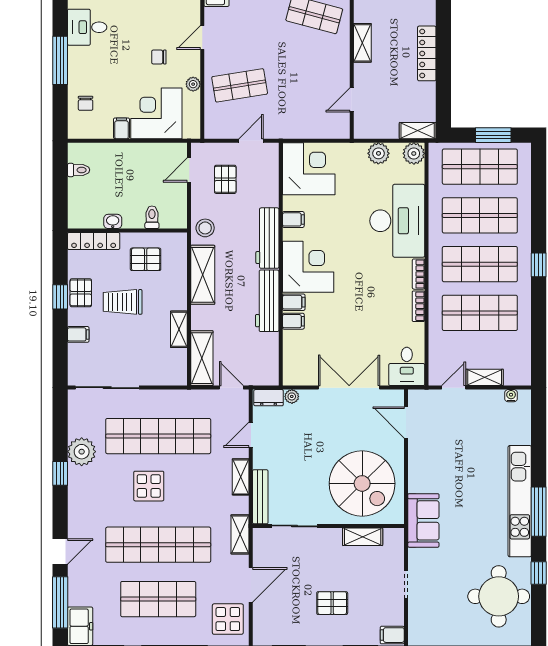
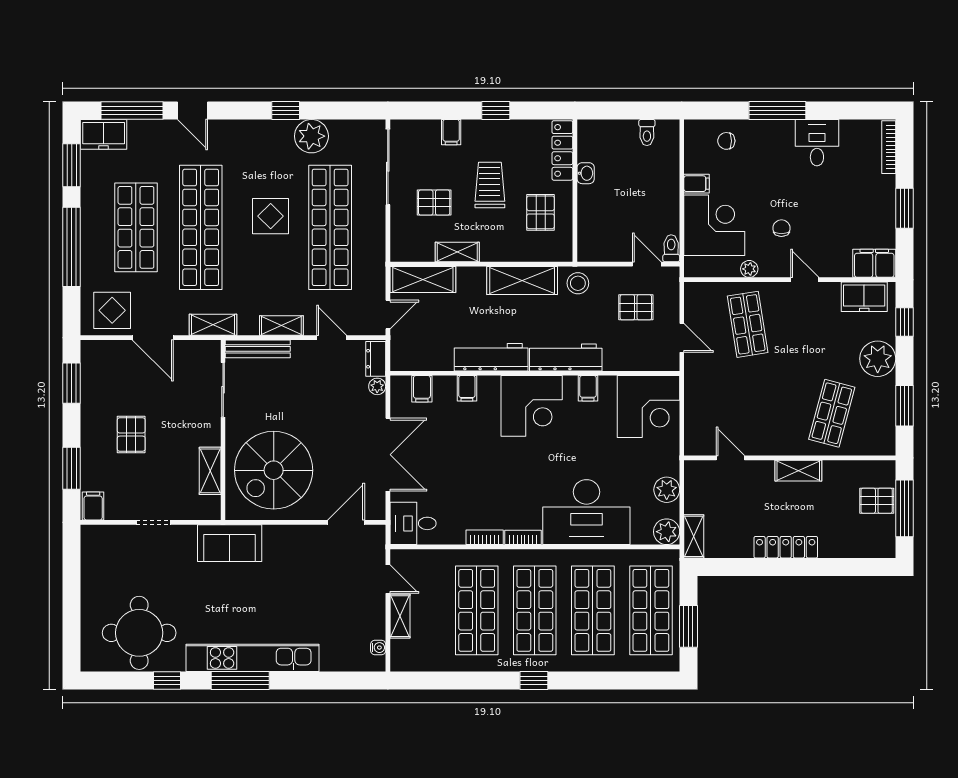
toilet: (152, 217) -> (671, 248), moved, turned -90
pallet: (81, 293) -> (434, 203), moved
filing cabinet: (294, 302) -> (422, 389), moved

